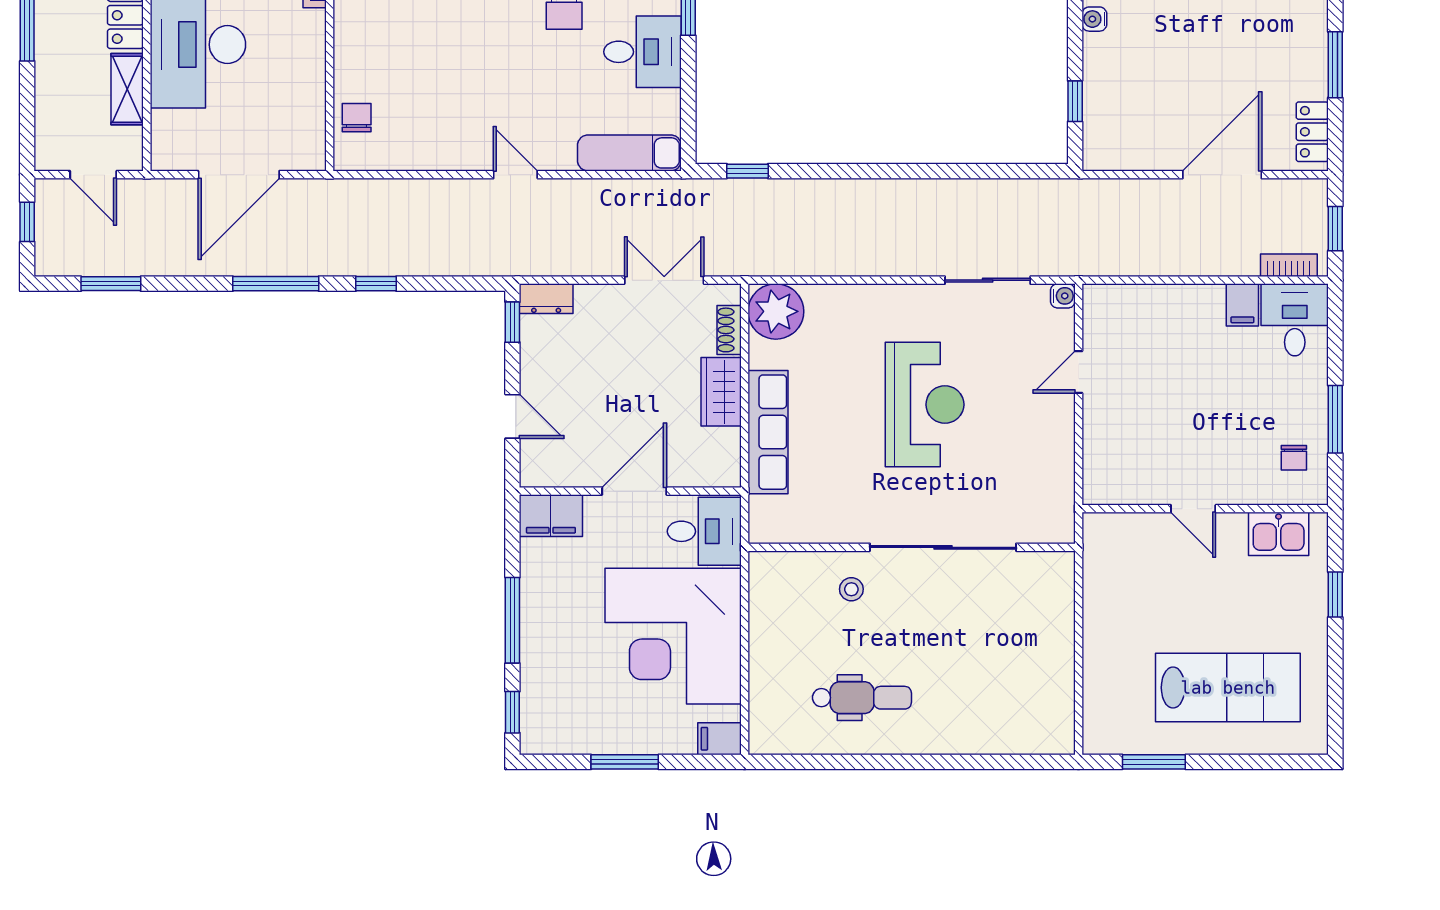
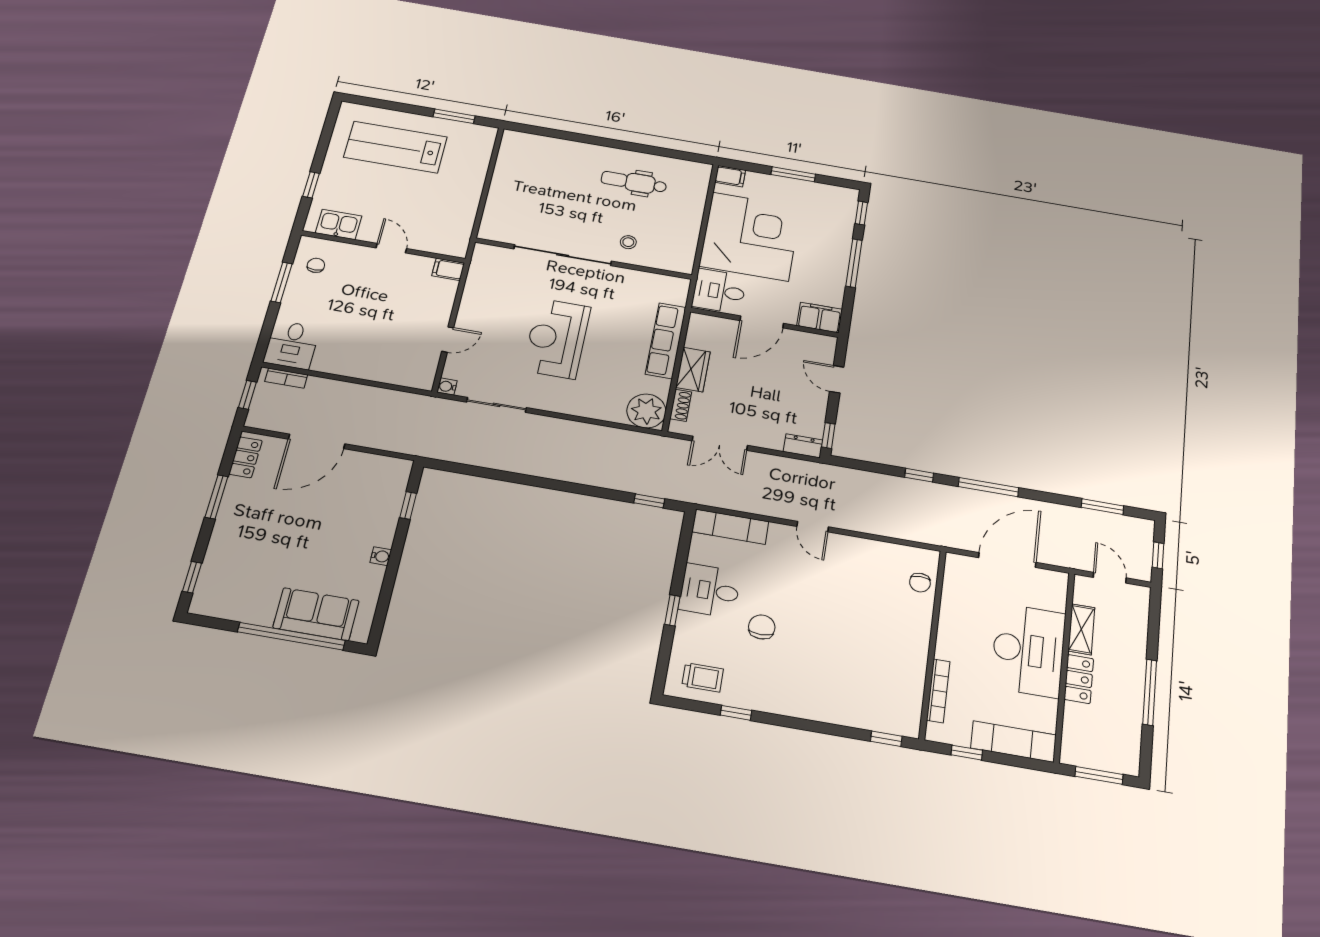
filing cabinet: (1242, 305) -> (448, 269), moved, turned -90

